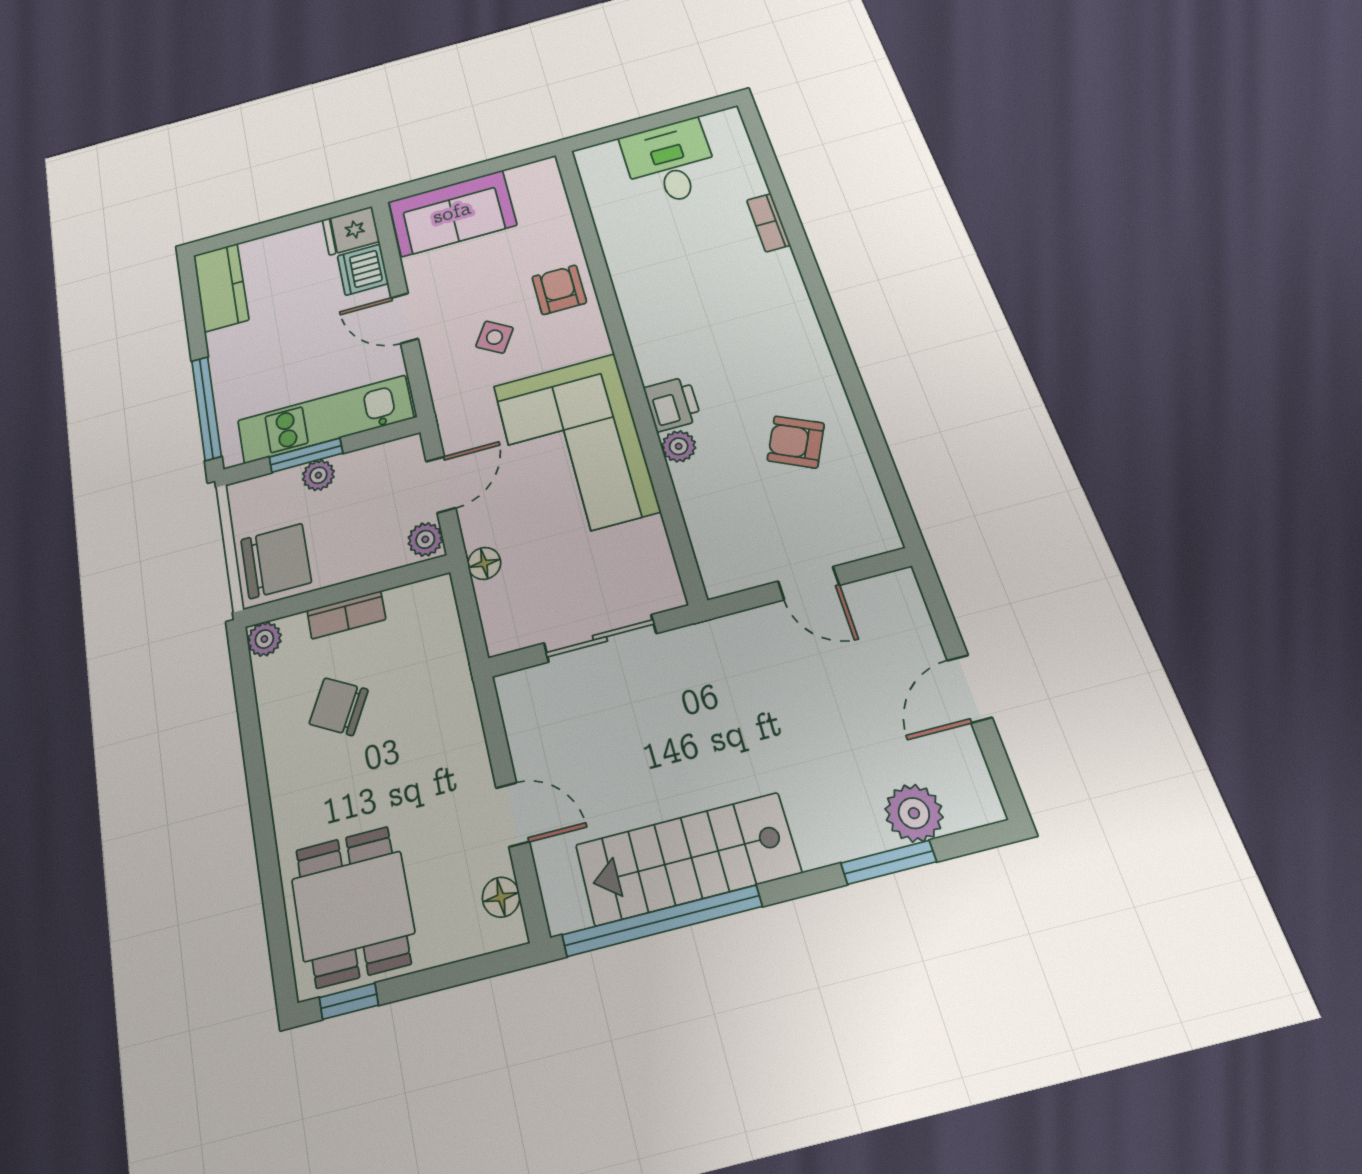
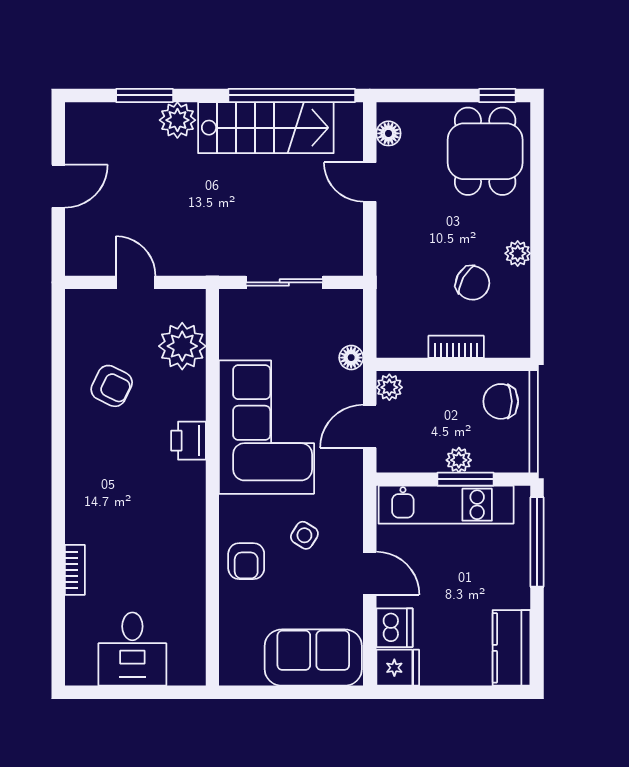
plant: (679, 446) -> (182, 346), moved, width x1.88, depth x1.88
chair: (276, 561) -> (501, 401), width x0.73, depth x0.73
plant: (264, 639) -> (518, 253), moved
plant: (914, 813) -> (177, 120), moved

